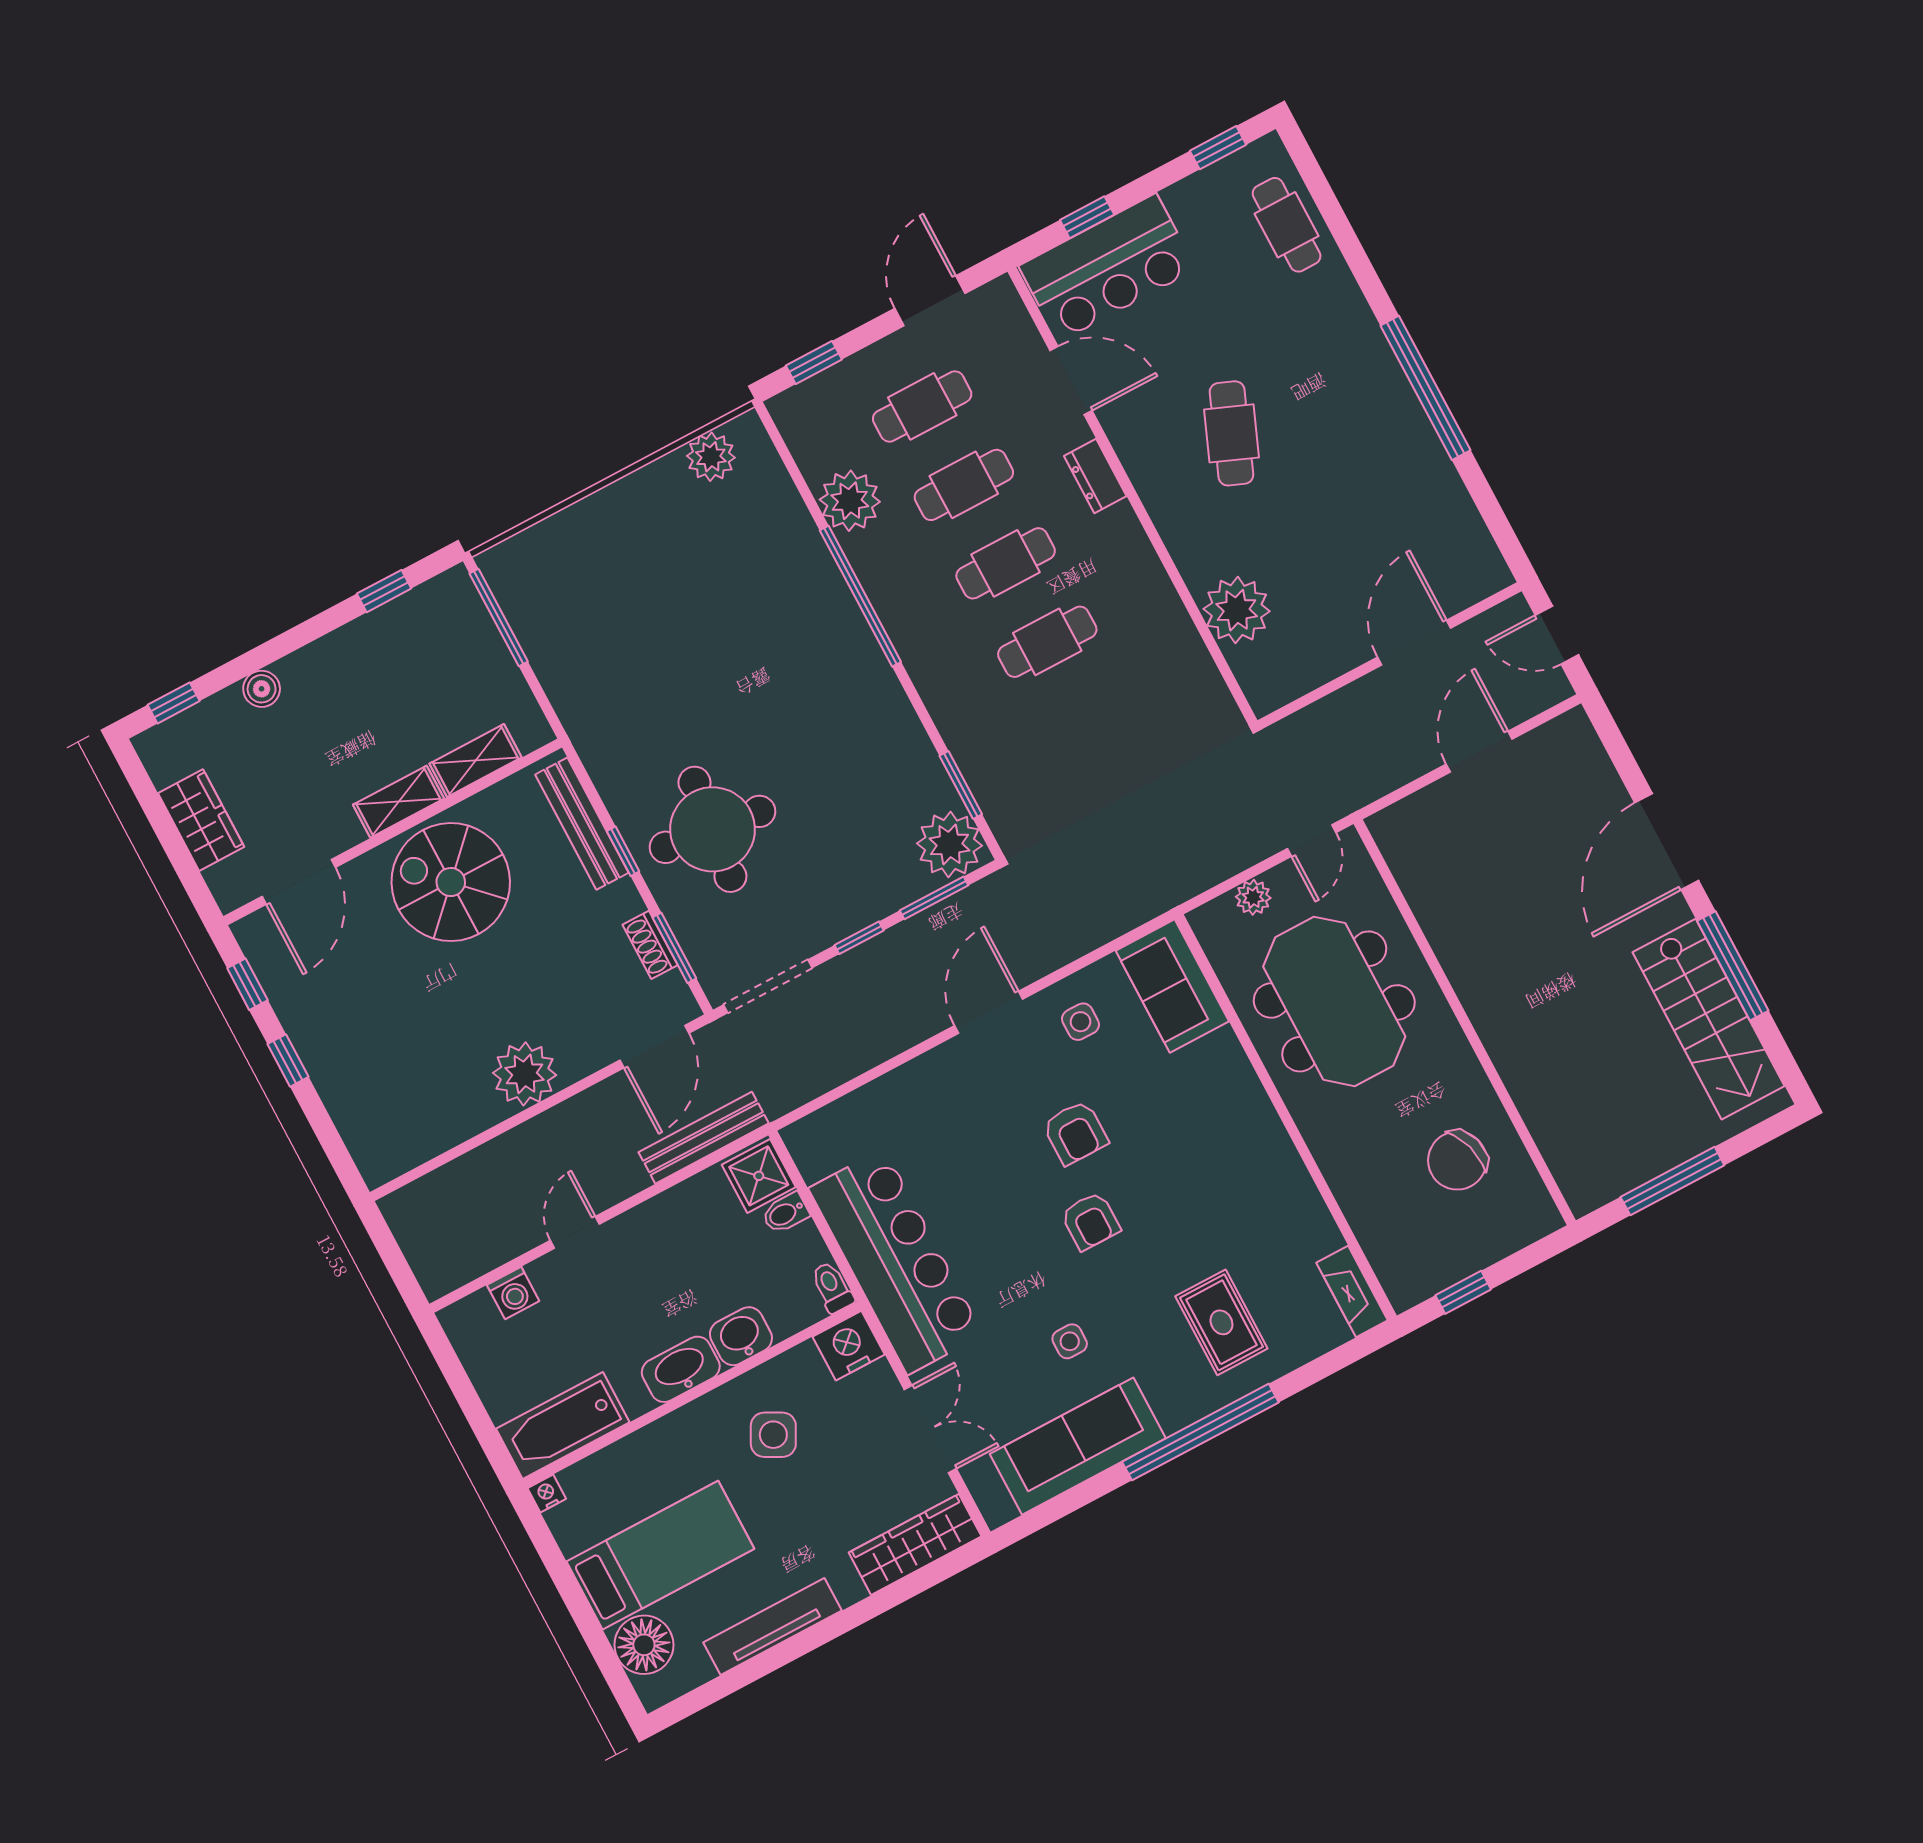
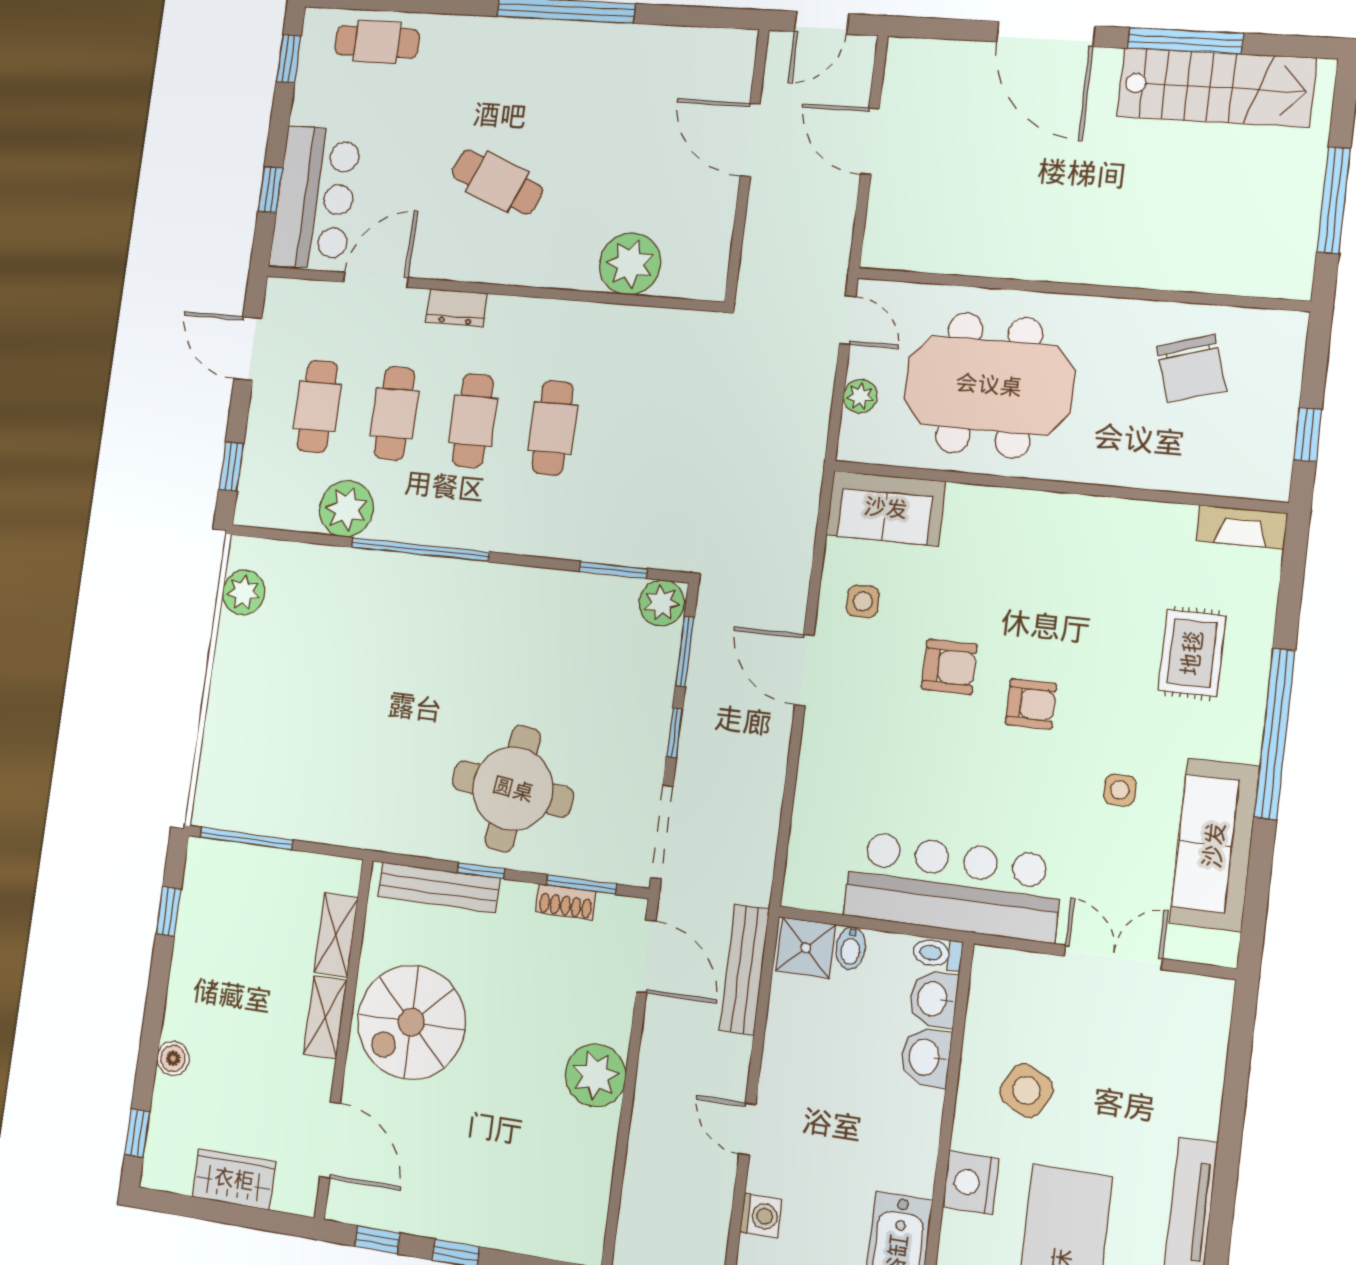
plant: (950, 844) -> (662, 603), width x0.73, depth x0.73
rug: (1221, 1322) -> (1192, 653), turned 90
nightstand: (849, 1346) -> (971, 1183), moved
washbasin: (681, 1369) -> (934, 999), moved, width x0.72
wardrobe: (915, 1544) -> (1204, 1040), removed

